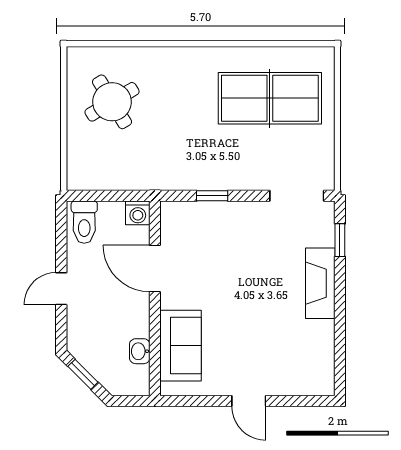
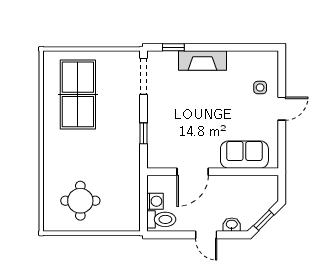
round table: (112, 102) -> (80, 201), turned 31
washing machine: (138, 213) -> (155, 201), moved
washbasin: (140, 351) -> (232, 225), moved, turned 180
side table: (280, 369) -> (260, 88), added

